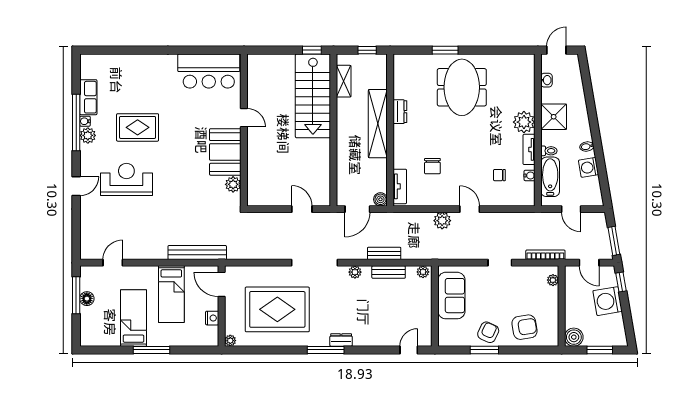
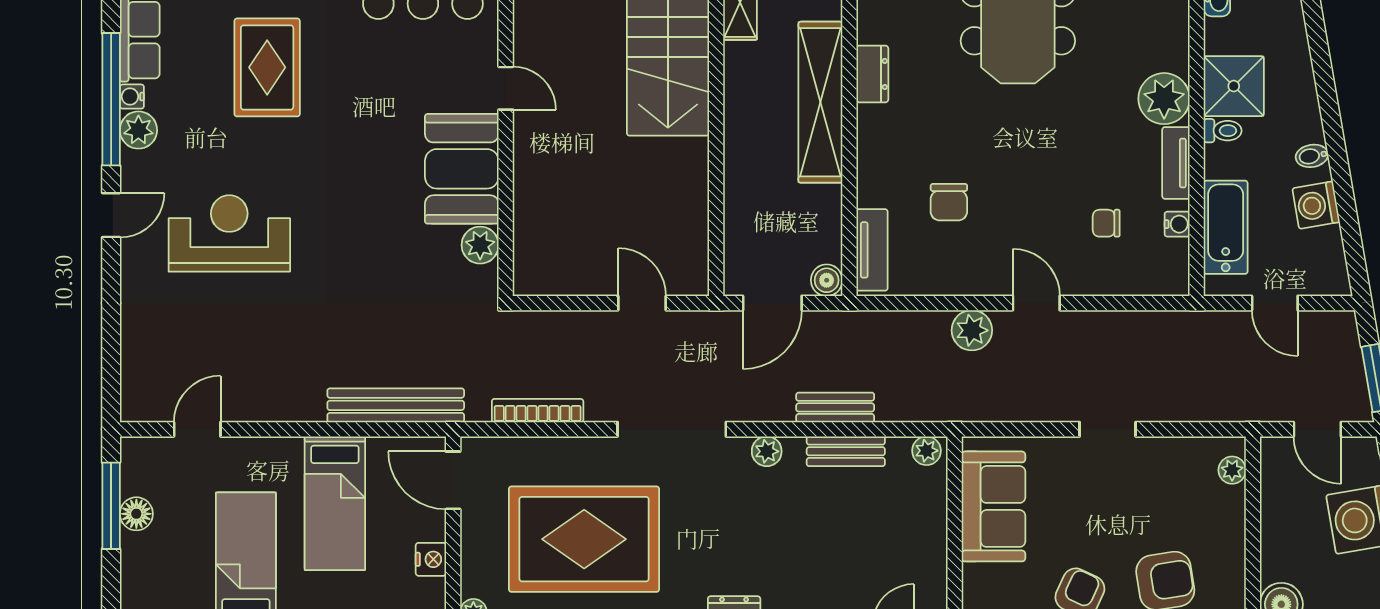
rug: (138, 127) -> (267, 67), moved, turned 90
toilet: (549, 151) -> (1223, 131), moved
door: (76, 186) -> (111, 215), moved
bookcase: (545, 255) -> (538, 411), moved

